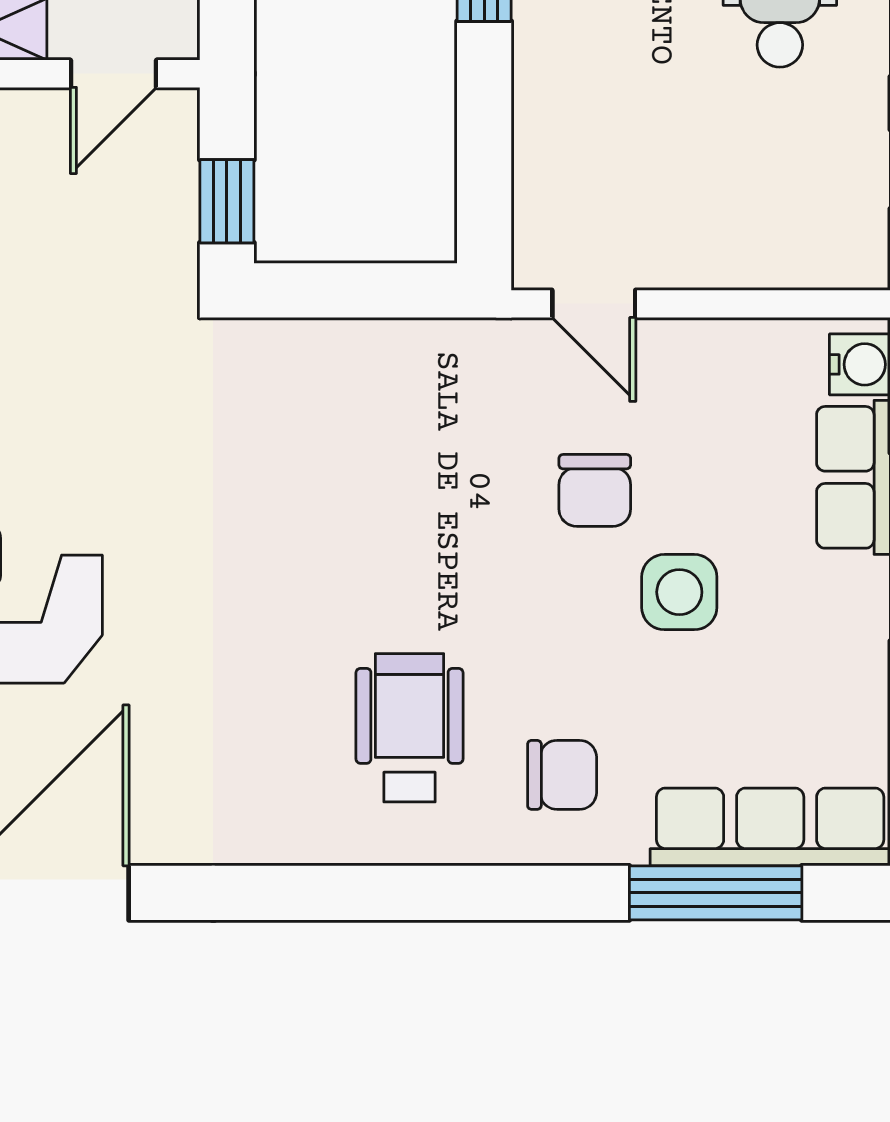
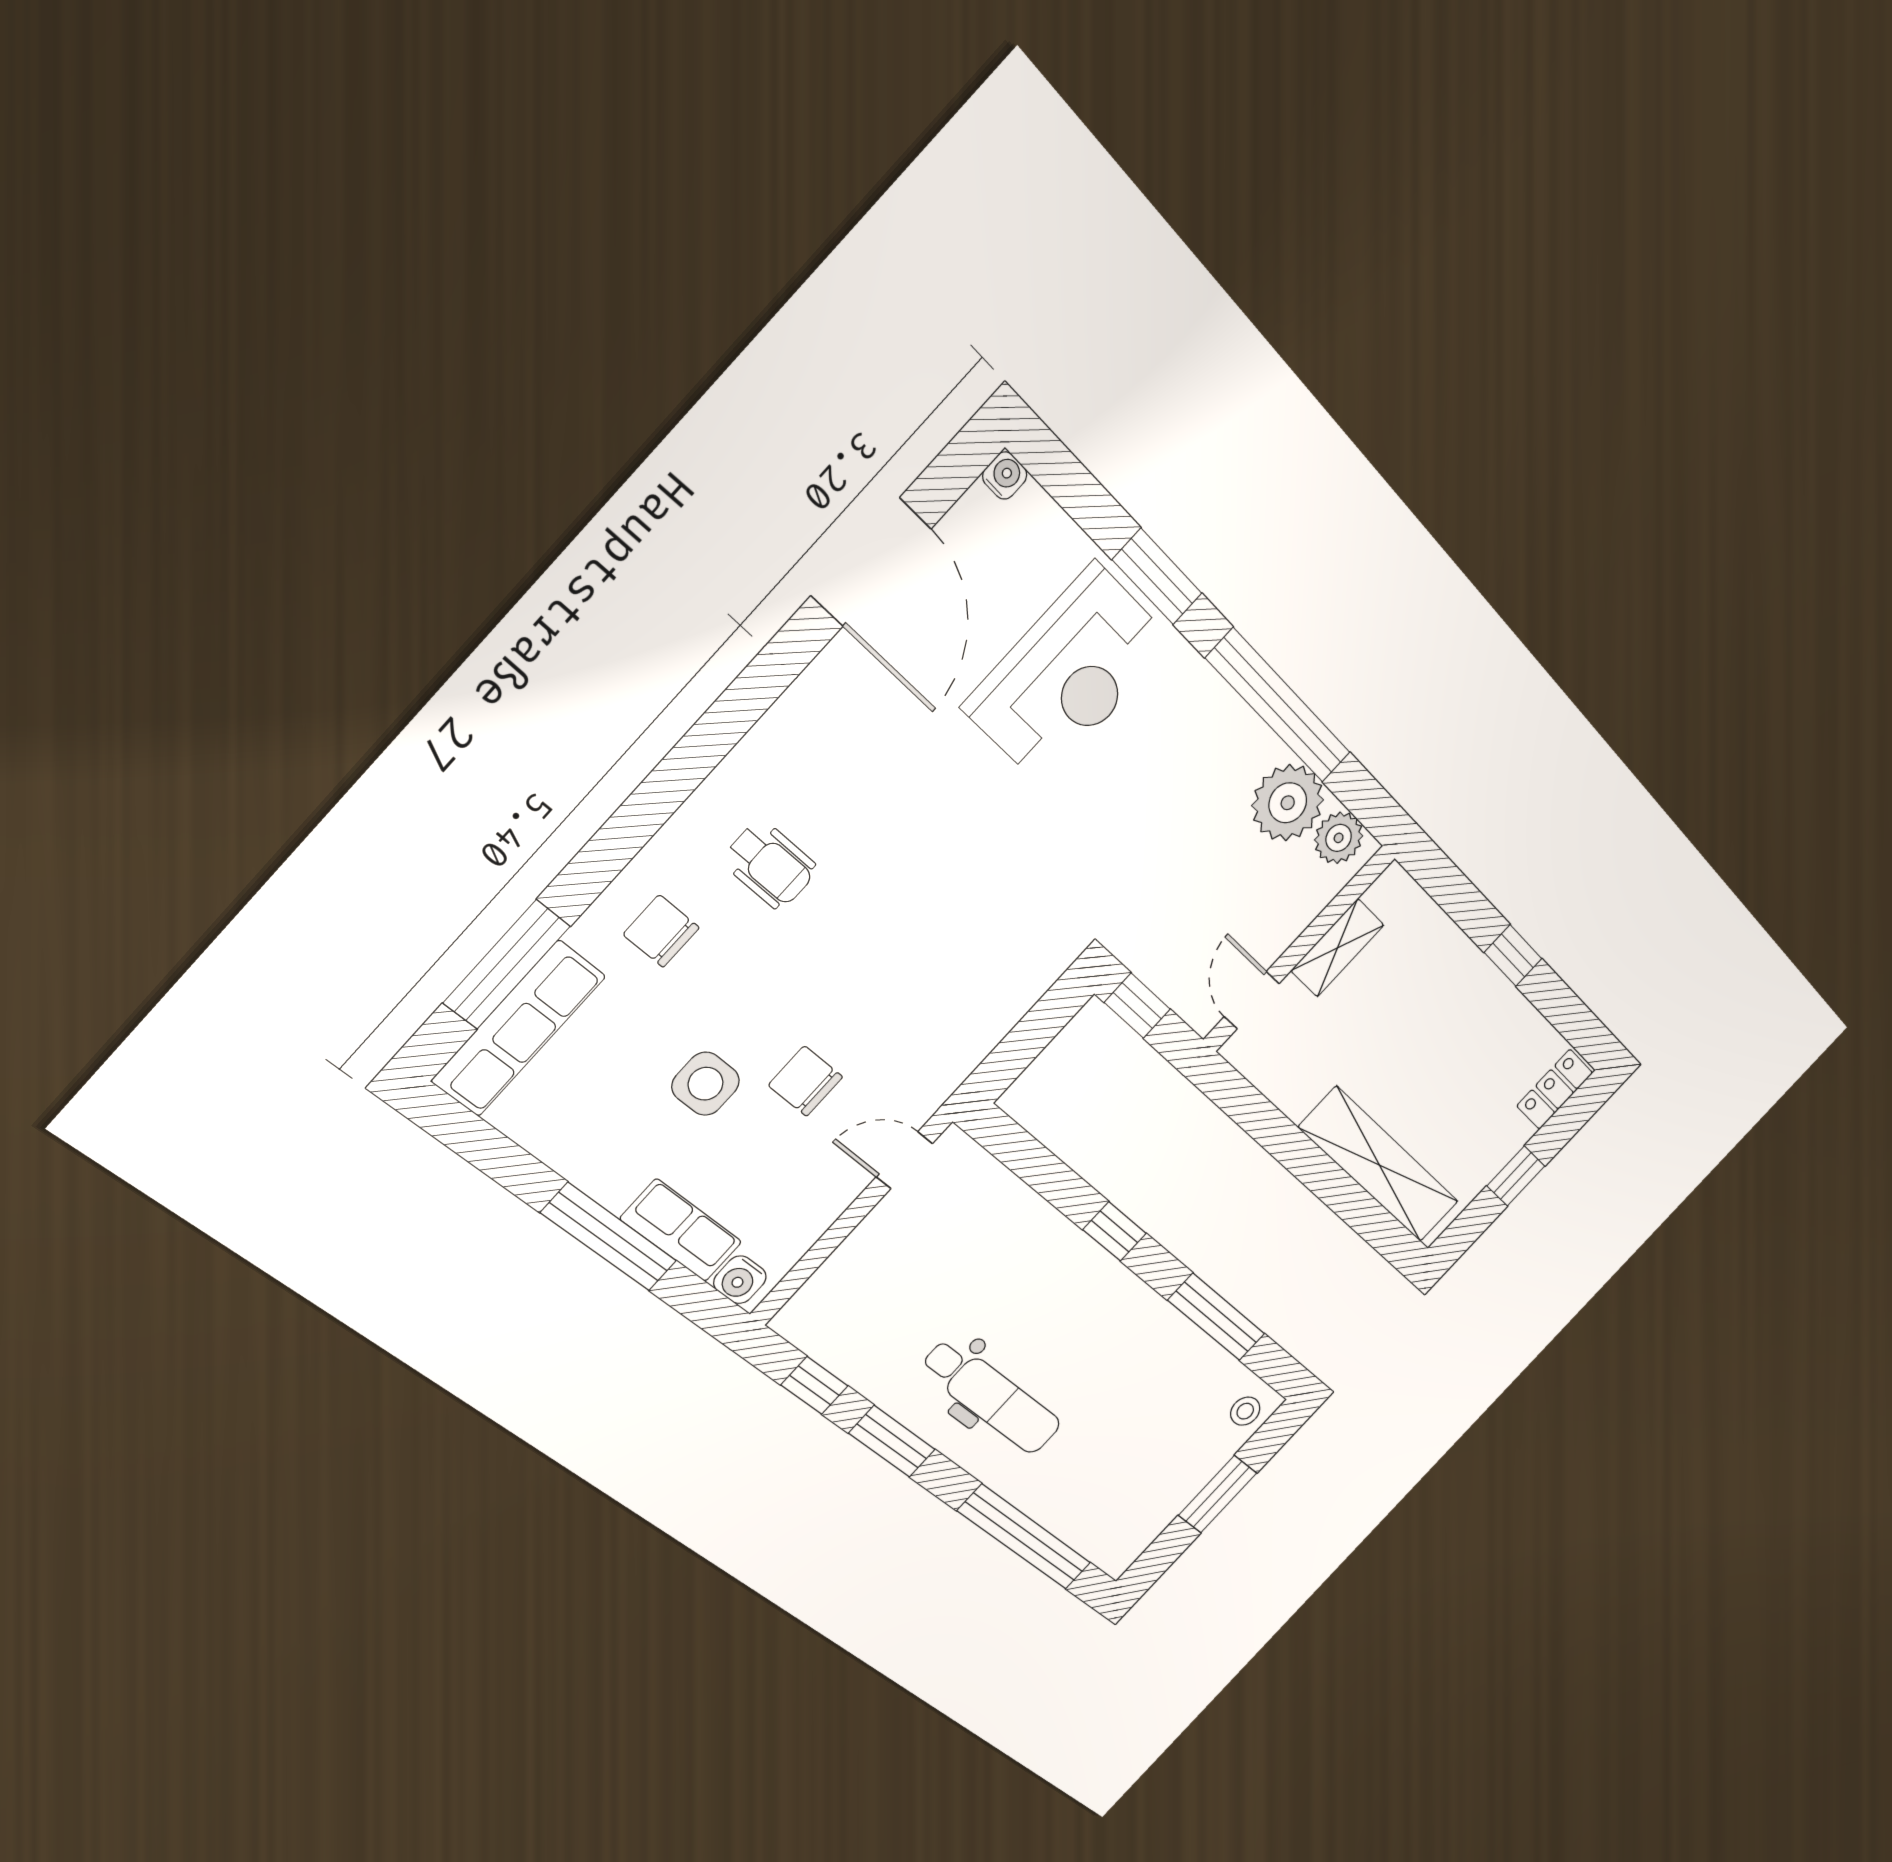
wheelchair: (409, 728) -> (770, 865), width x0.73, depth x0.73
chair: (562, 775) -> (661, 931), turned 90

